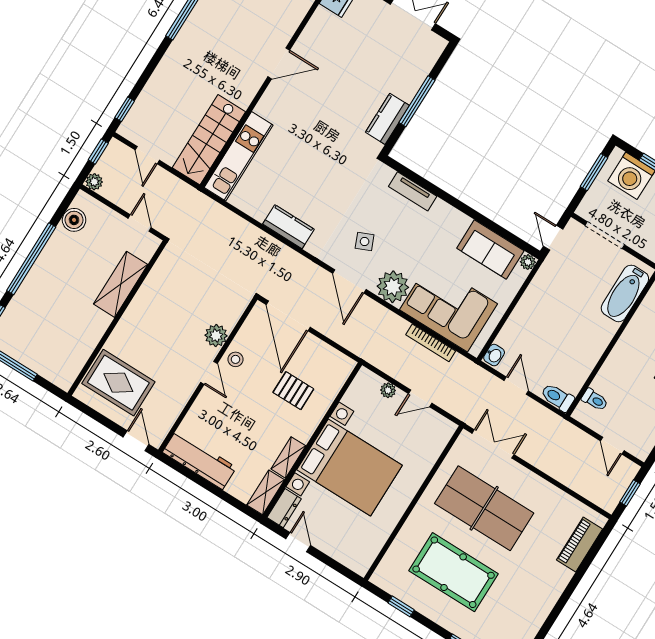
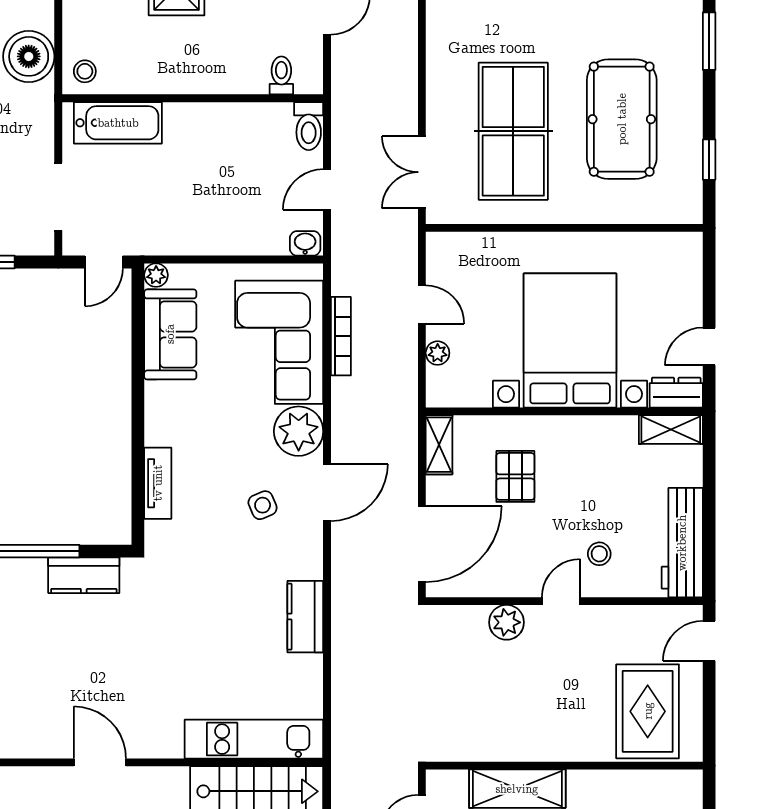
stool: (236, 359) -> (599, 554), moved
shelving: (288, 457) -> (439, 445), moved, turned 90

